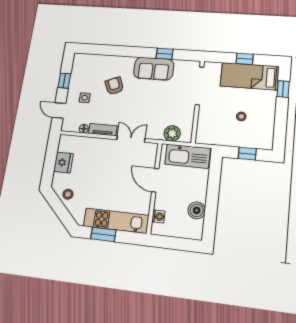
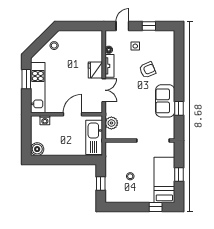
fridge: (63, 163) -> (95, 70), moved, turned 90
boiler: (197, 210) -> (37, 149), moved

